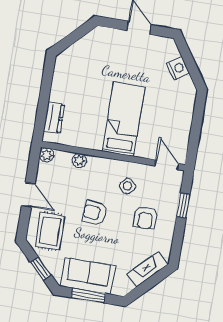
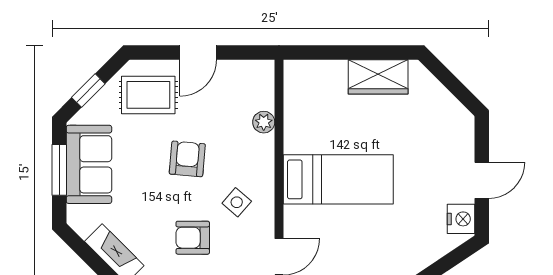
nightstand: (178, 68) -> (461, 219), moved, turned -56
wardrobe: (63, 83) -> (378, 77), added
dresser: (54, 118) -> (323, 73), removed
plant: (47, 155) -> (264, 71), removed

